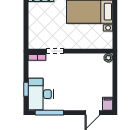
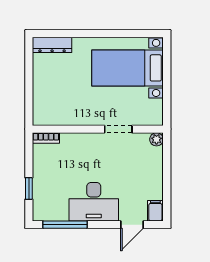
doorway: (55, 51) -> (118, 129), moved
desk: (41, 94) -> (94, 202), moved, turned -90

